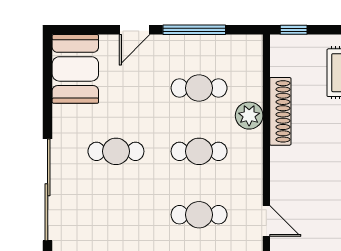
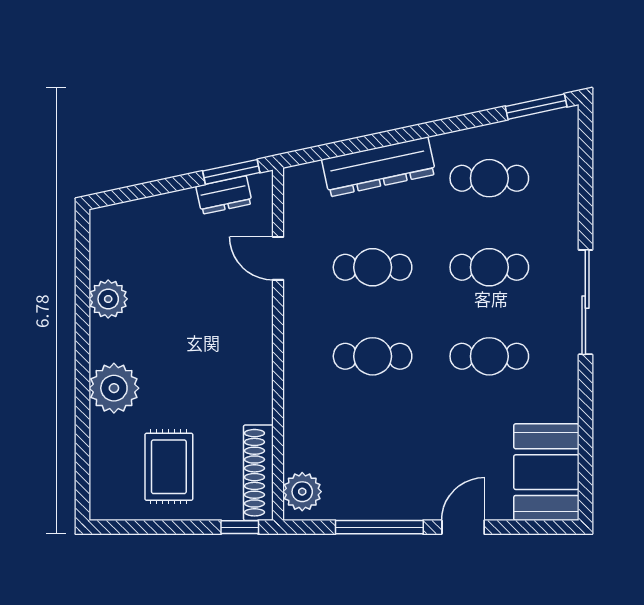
cafe table: (199, 88) -> (489, 267), moved
shoe rack: (280, 111) -> (258, 473), moved
plant: (249, 116) -> (302, 492), moved
sliding door: (48, 190) -> (585, 302), width x0.73

